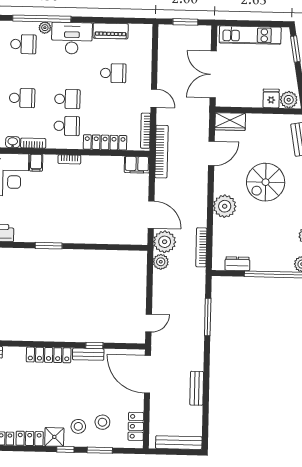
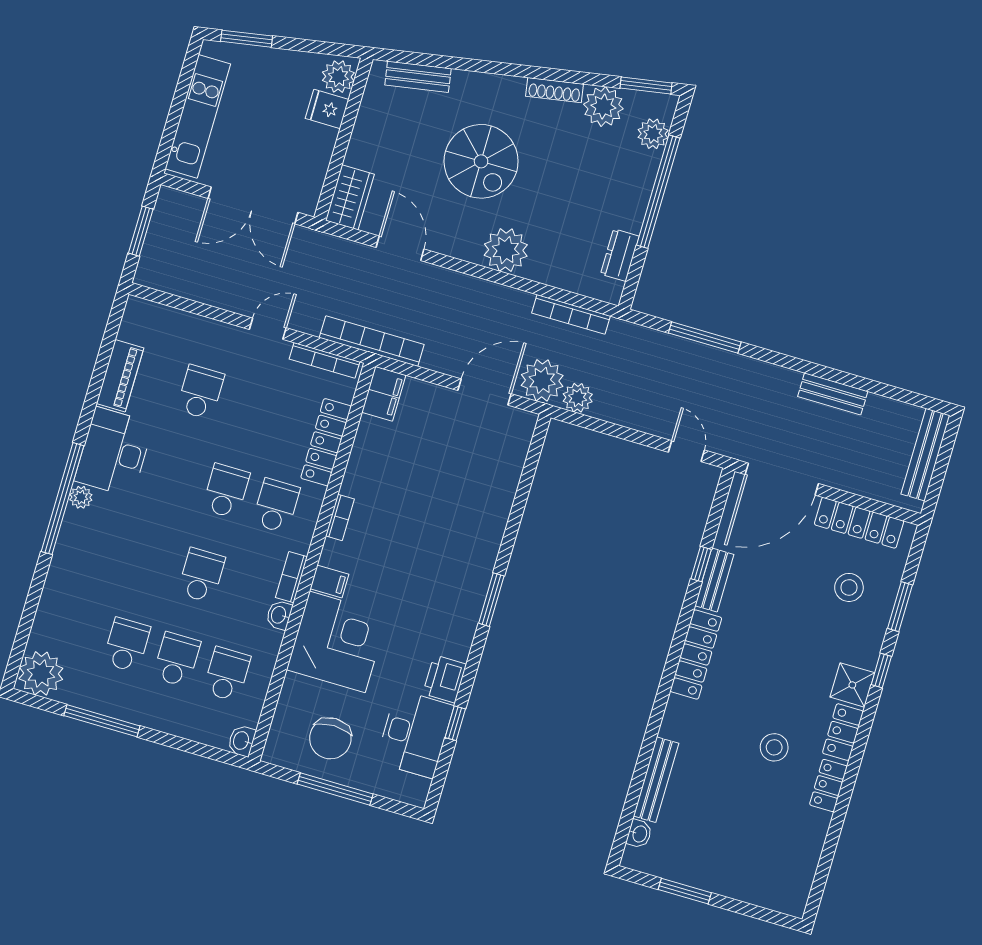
school desk: (23, 44) -> (101, 546), removed
stool: (78, 426) -> (774, 747), moved
locker: (136, 426) -> (859, 523), width x1.53

